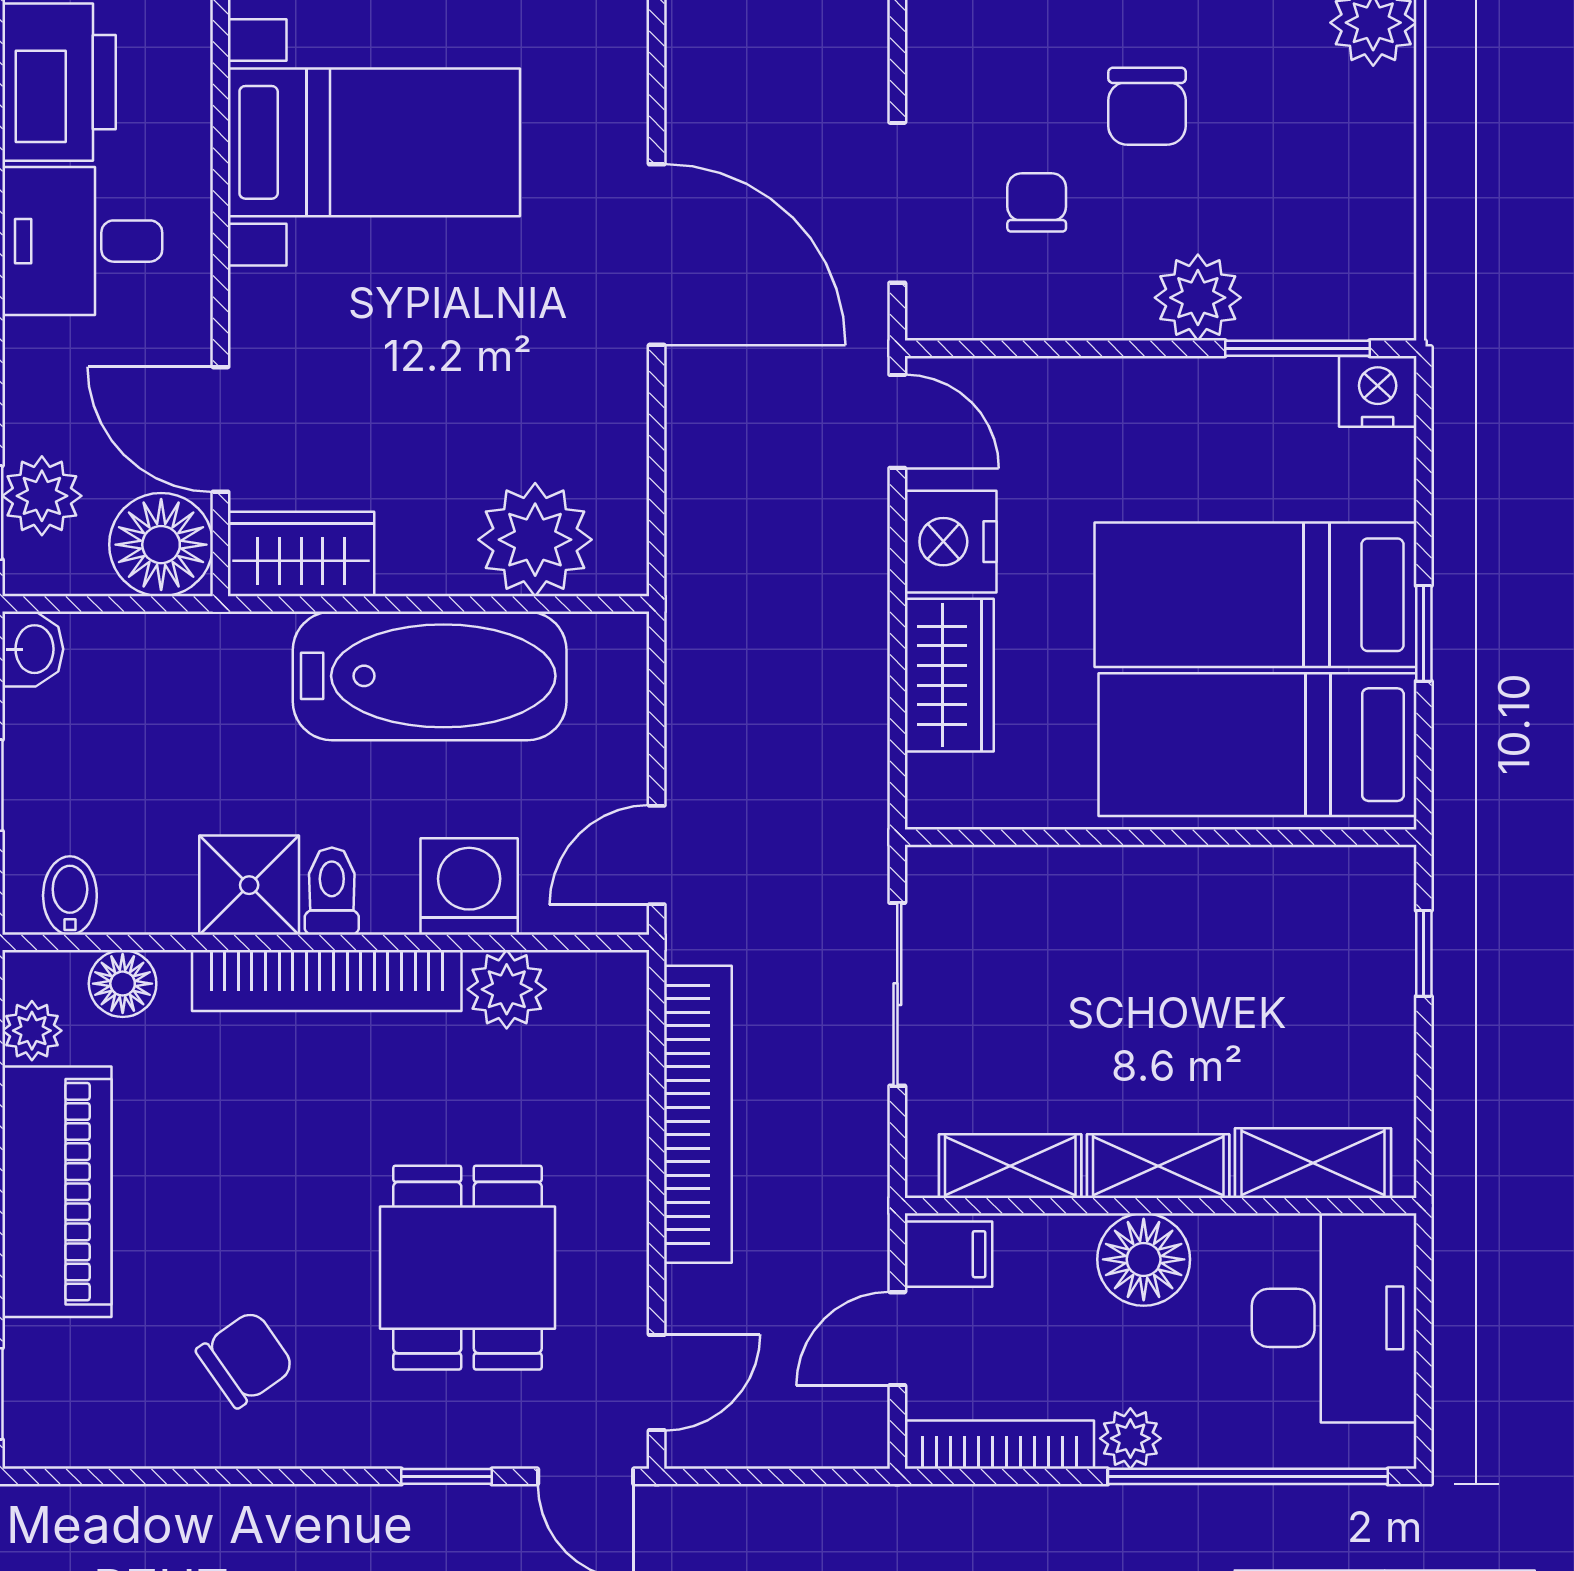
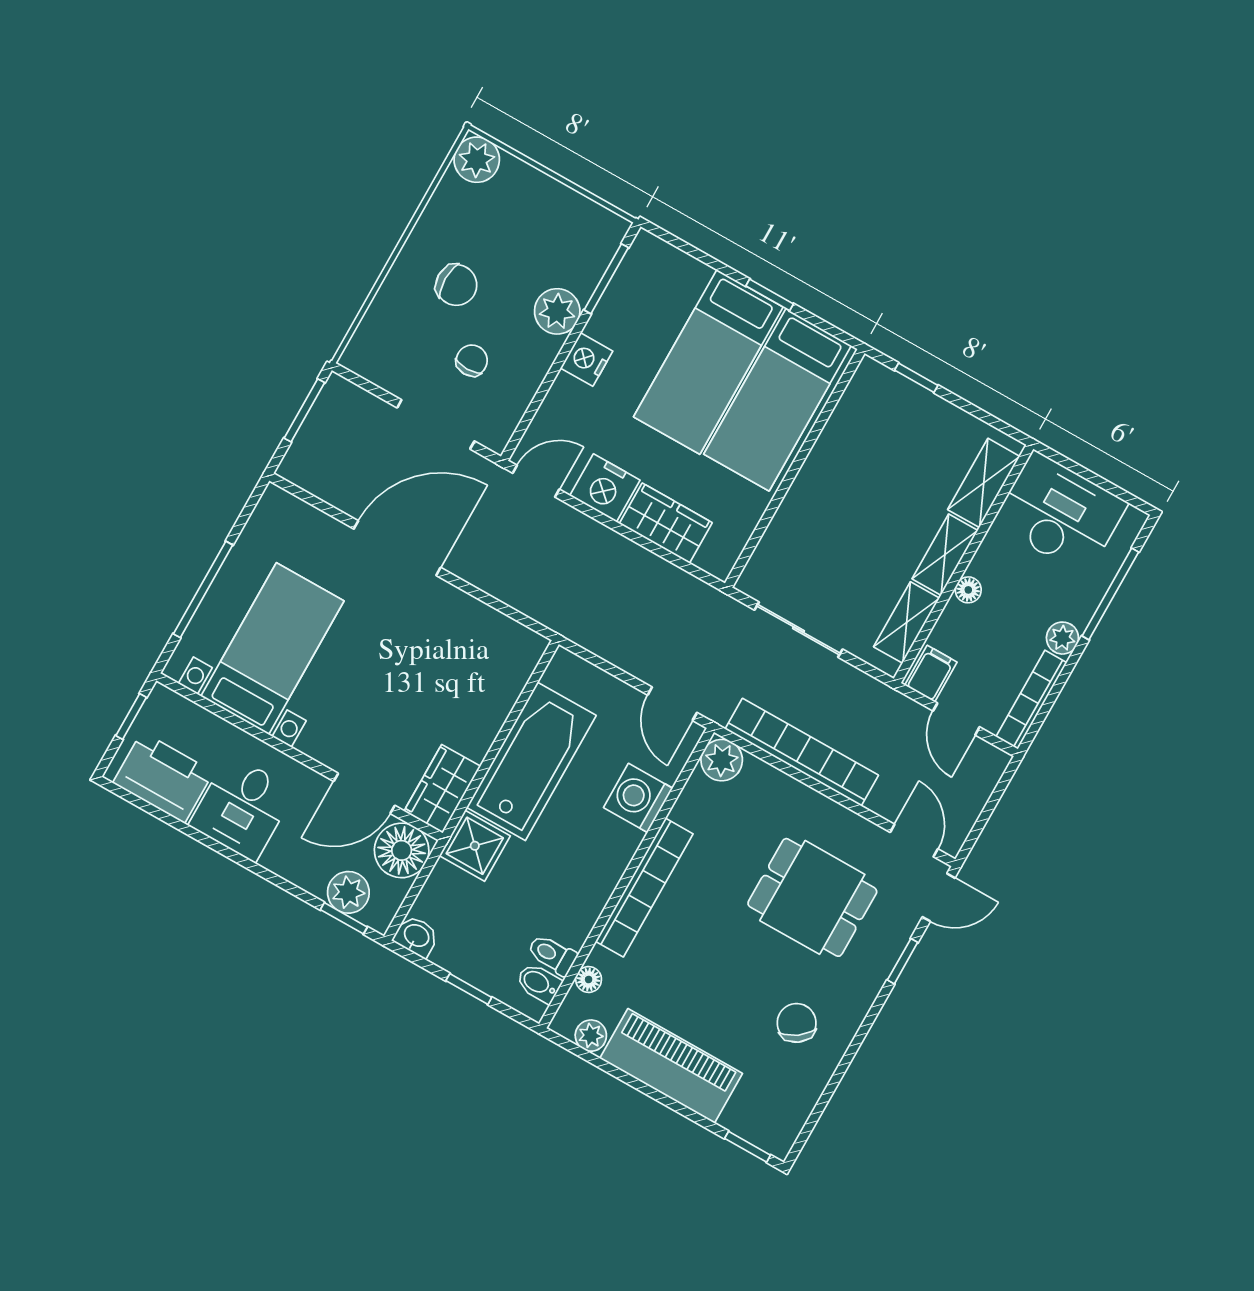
chair: (1037, 202) -> (472, 360), turned 90
nightstand: (1378, 391) -> (587, 360), moved
plant: (535, 540) -> (496, 678), removed
shower: (249, 885) -> (475, 846), moved
toilet: (332, 891) -> (552, 955), moved
floor lamp: (123, 984) -> (589, 979), width x0.73, depth x0.73
plant: (507, 989) -> (722, 760), moved
floor lamp: (1144, 1259) -> (968, 590), width x0.53, depth x0.53
window: (1248, 1476) -> (1110, 594), width x0.68

